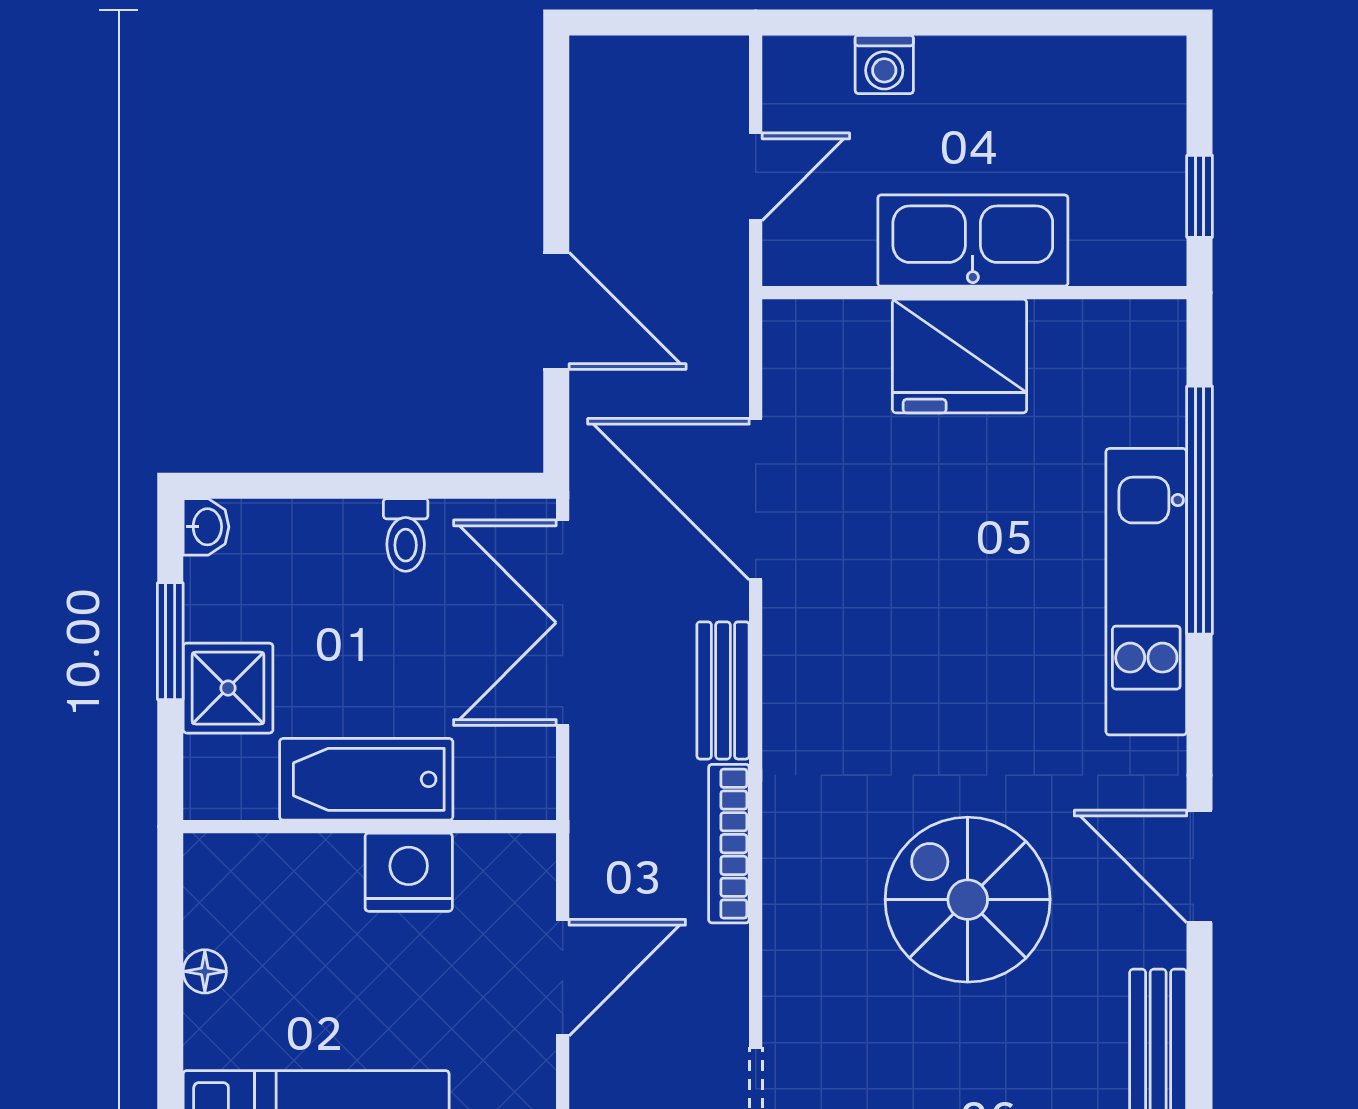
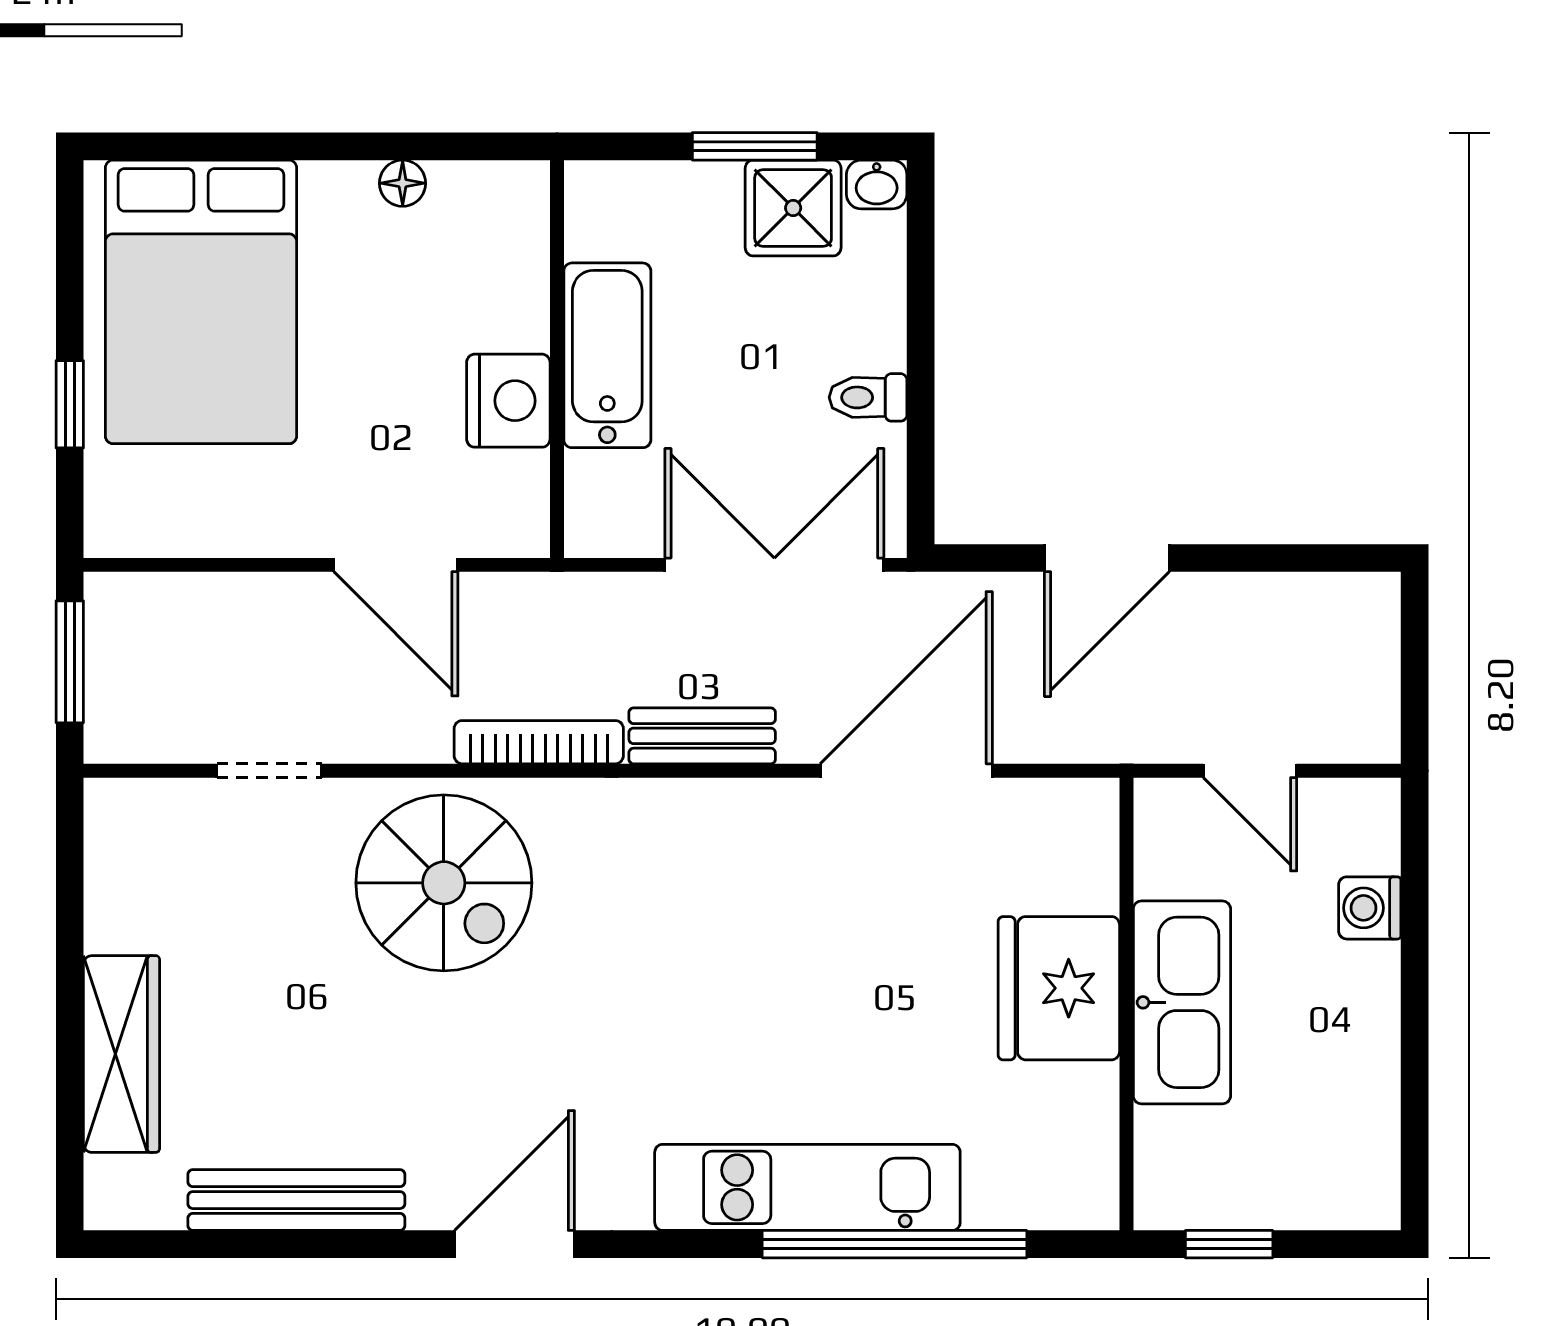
shower: (228, 688) -> (793, 208), moved
spiral stairs: (968, 900) -> (444, 883), moved, turned 90

